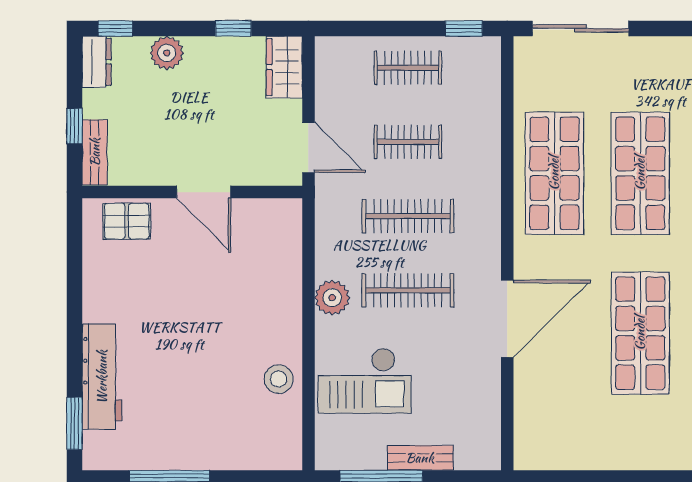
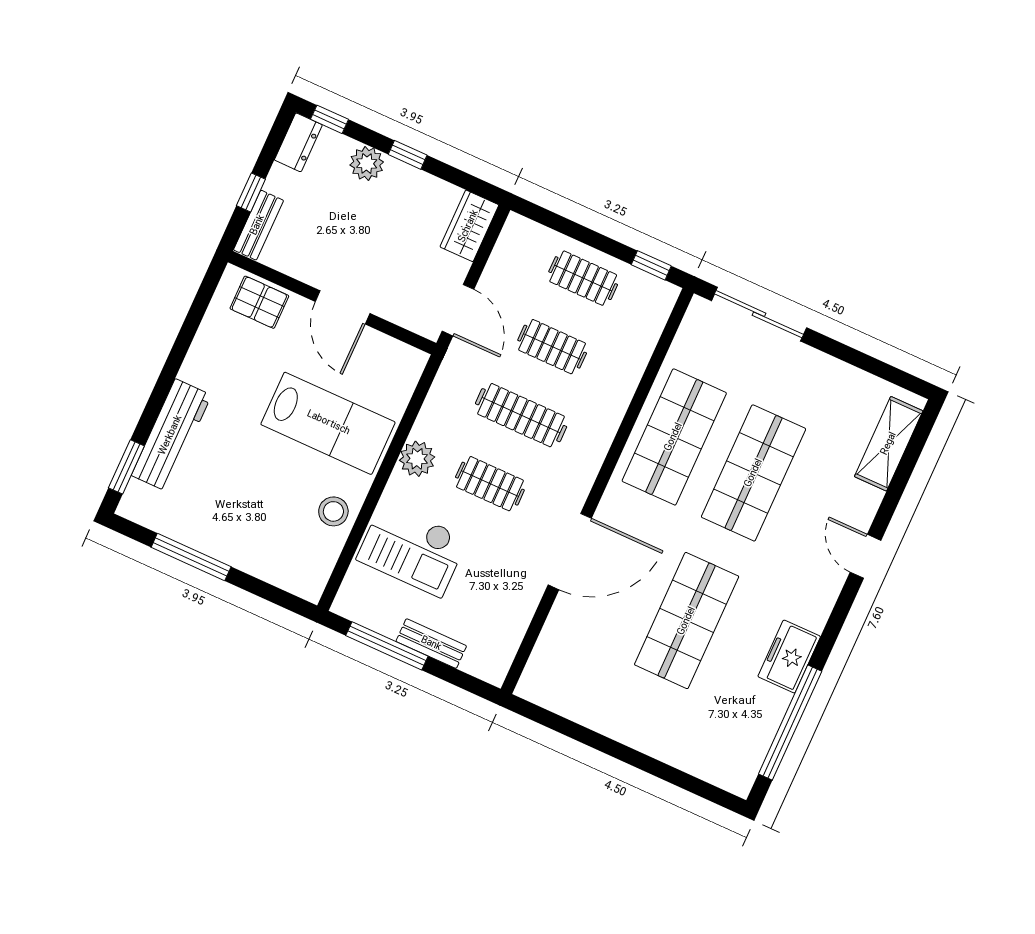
window: (233, 28) -> (408, 155), moved
clothes rail: (408, 290) -> (490, 484), width x0.73
lab bench: (238, 302) -> (328, 423), added

